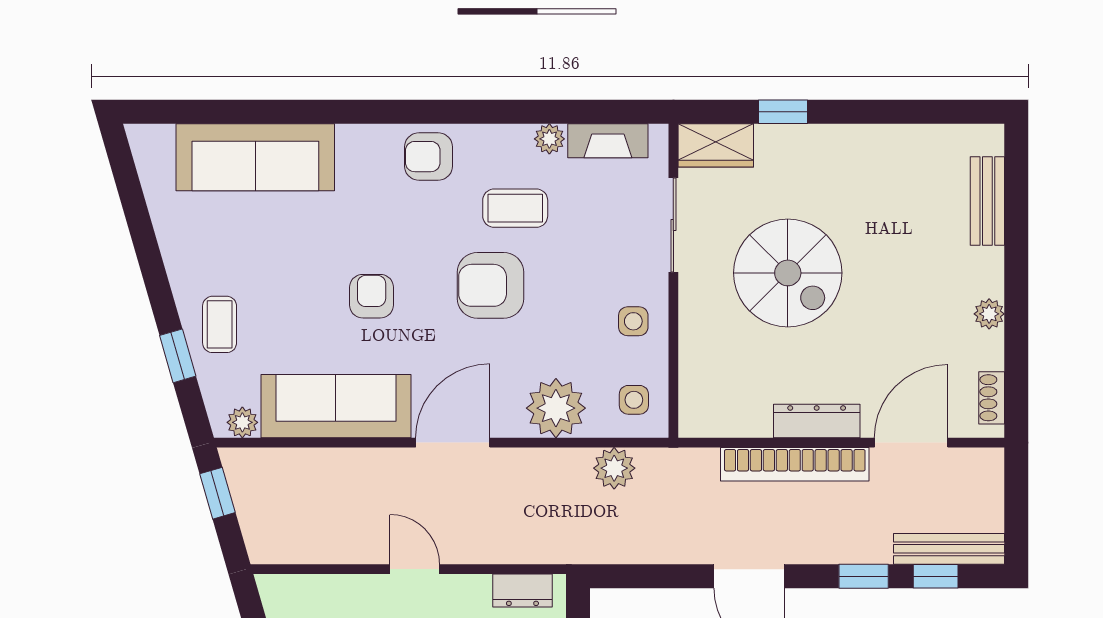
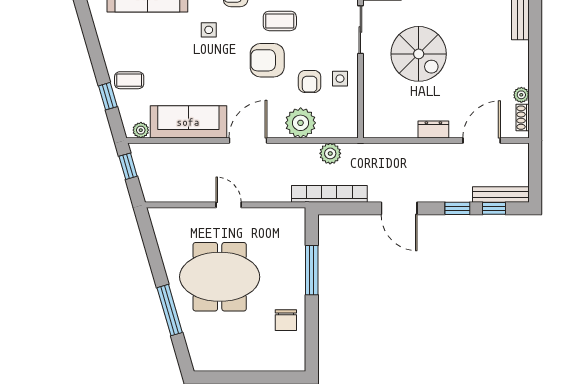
armchair: (372, 296) -> (310, 82), moved, turned 180
plant: (989, 314) -> (521, 95), moved
coffee table: (220, 324) -> (129, 80), turned 90
side table: (634, 400) -> (209, 30), moved
dresser: (817, 421) -> (433, 129), width x0.70
bookcase: (795, 464) -> (329, 194), moved, turned 180
dresser: (522, 590) -> (283, 216), removed

